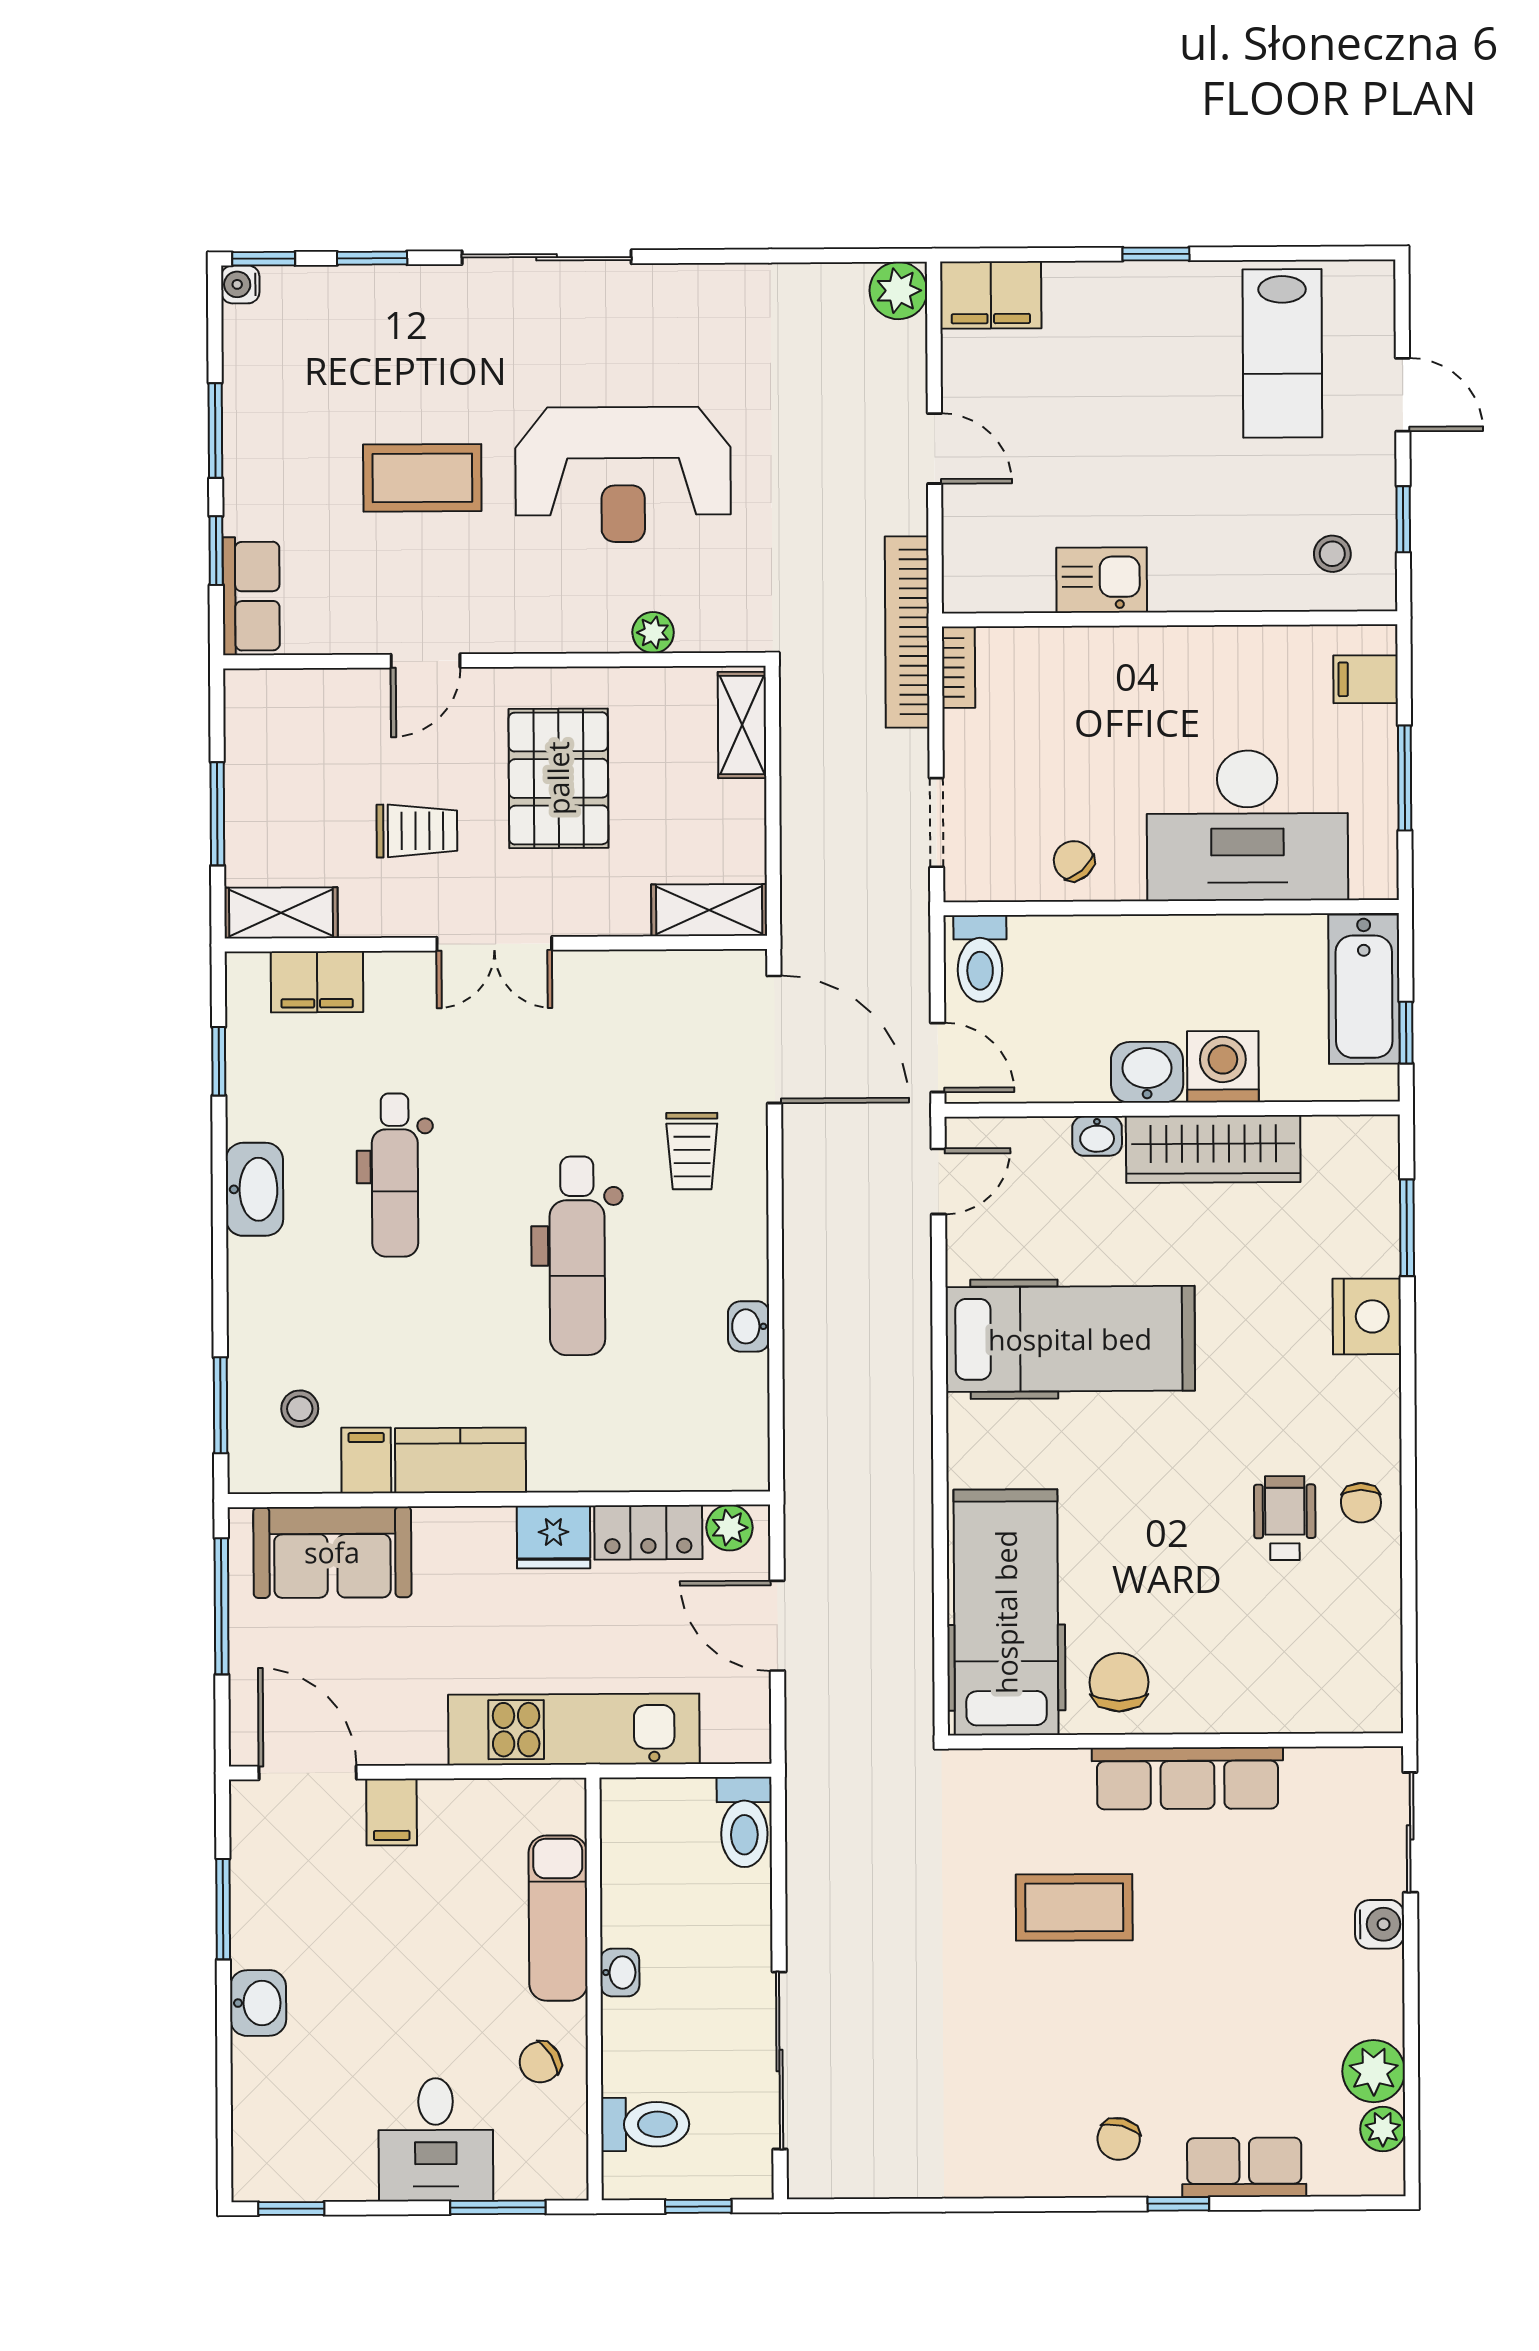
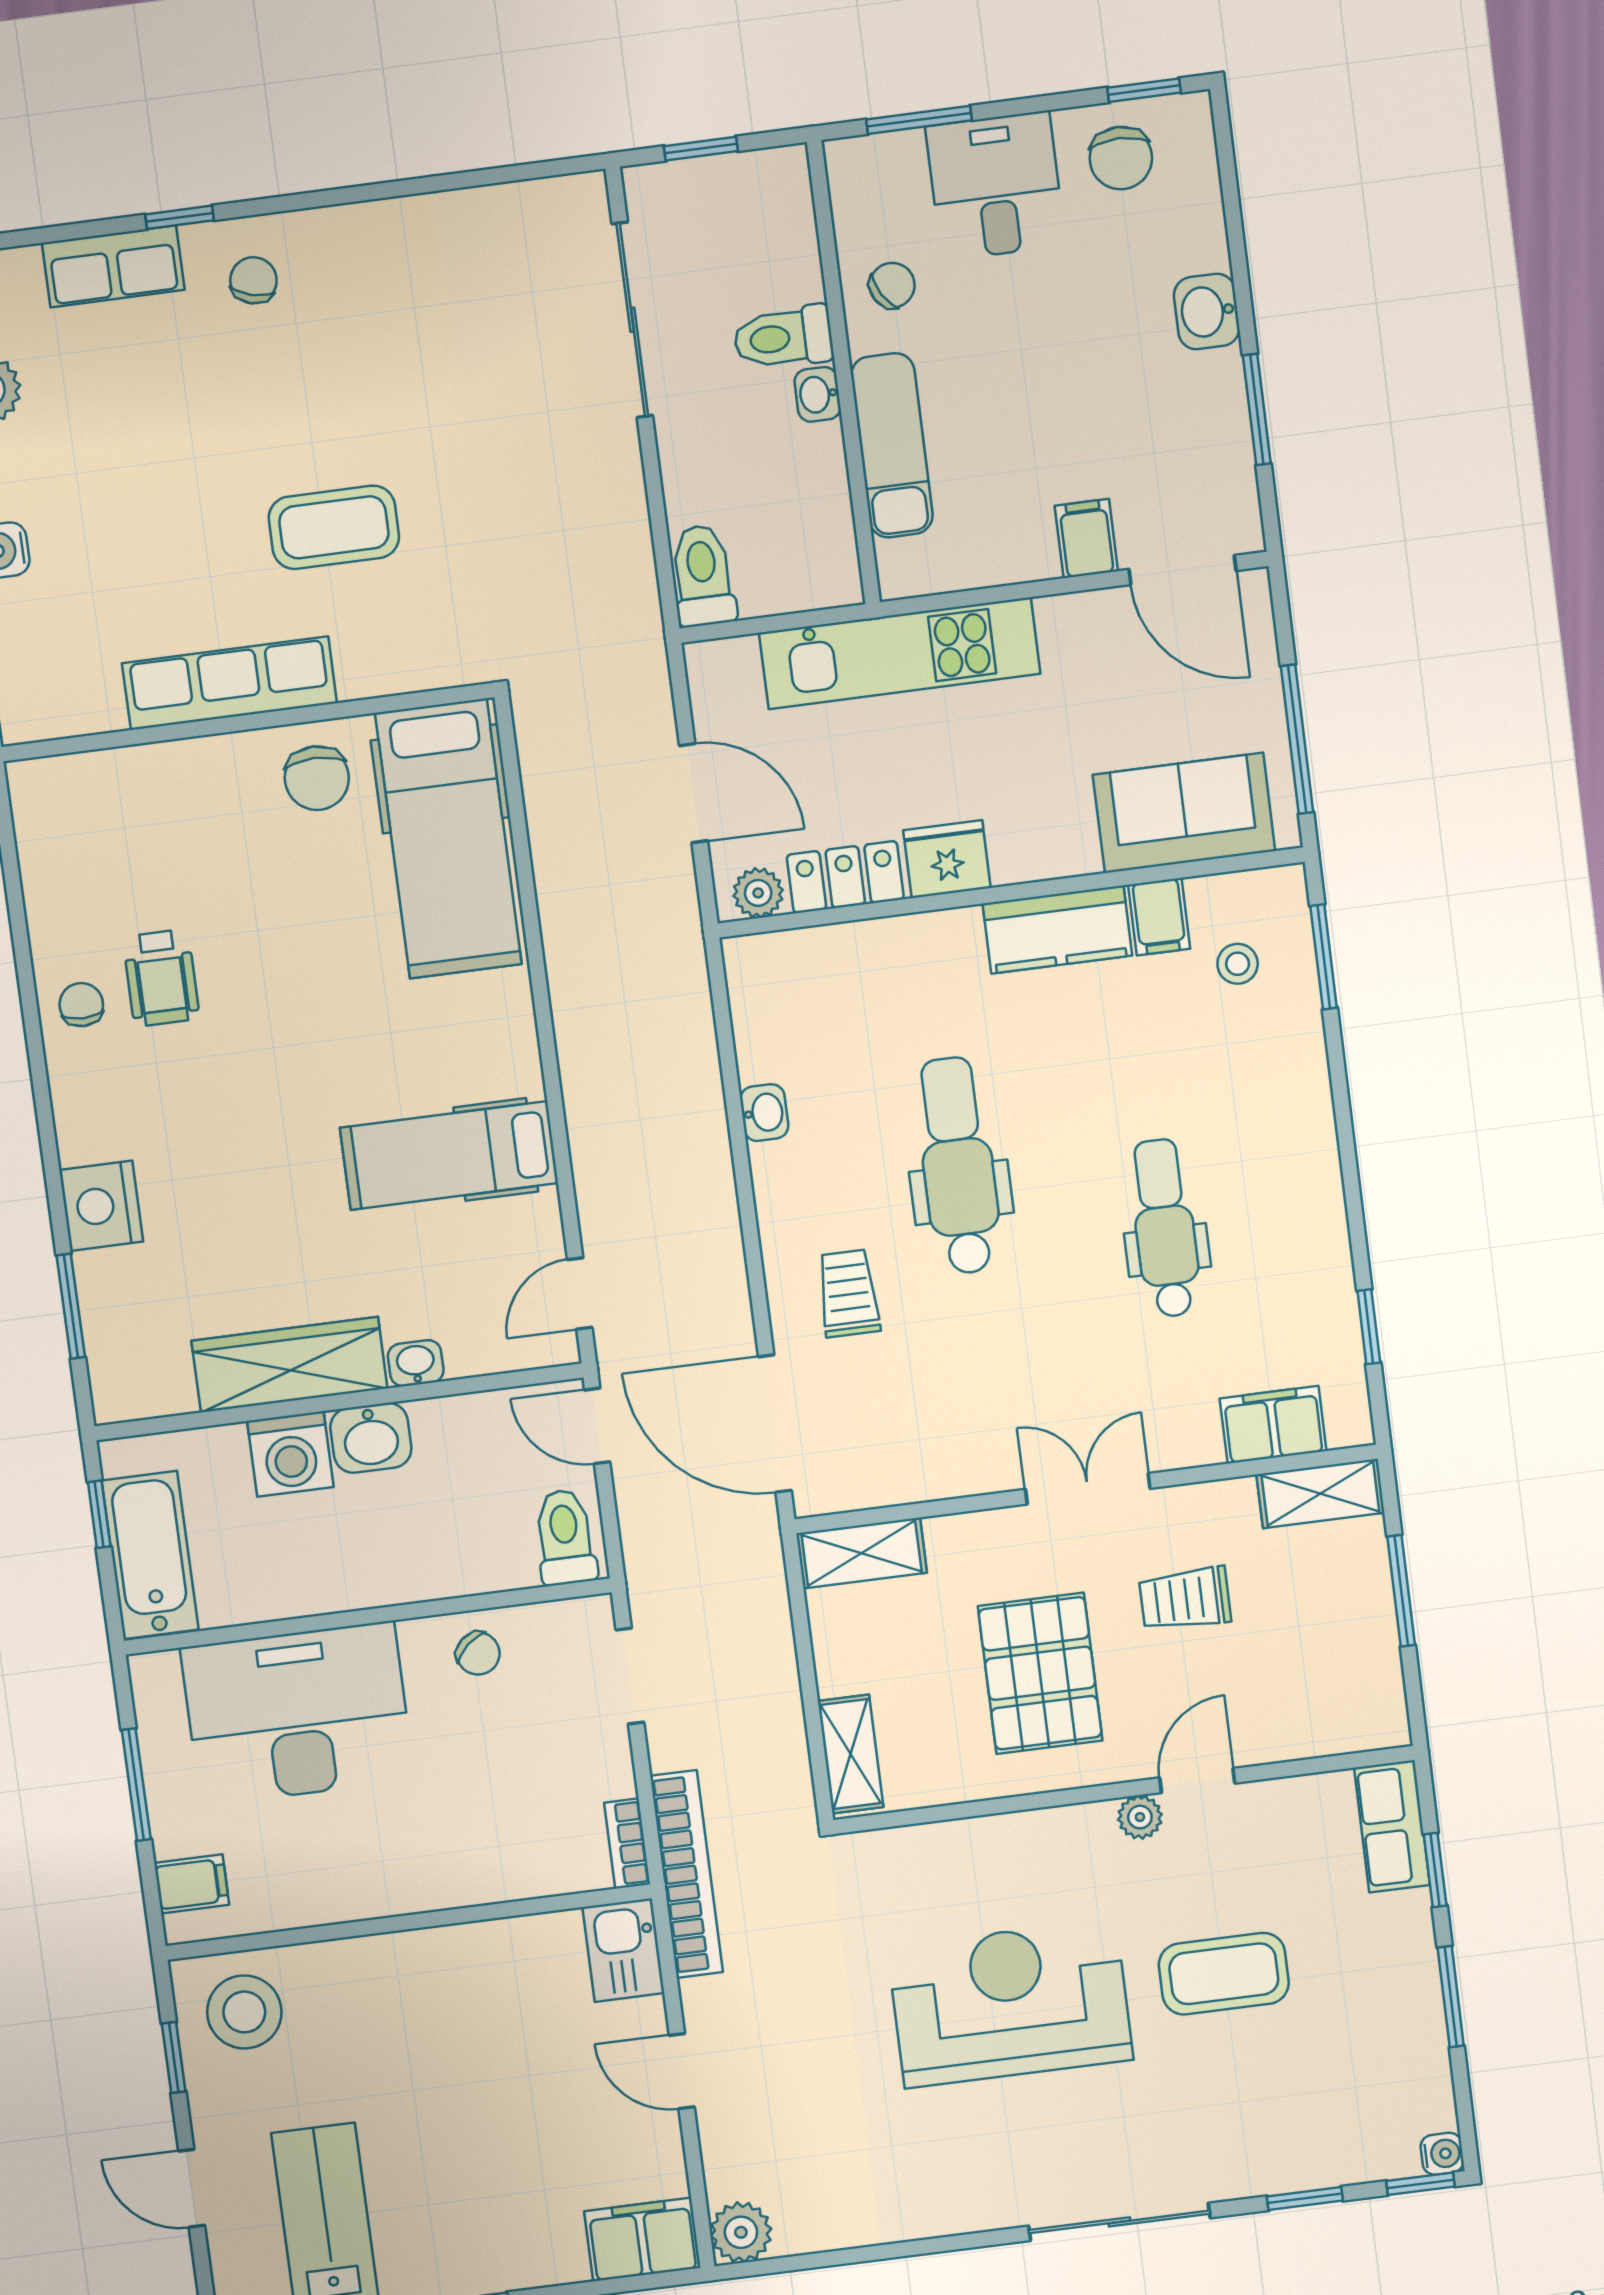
stool: (1332, 554) -> (244, 2012), width x1.89, depth x1.89
kitchen sink: (1102, 580) -> (623, 1950), moved, turned 90
plant: (653, 633) -> (1140, 1817), moved
washbasin: (254, 1189) -> (1314, 1194), removed
hospital bed: (1070, 1339) -> (449, 1155), width x0.73, depth x0.78
toilet: (645, 2124) -> (783, 338), moved
chair: (319, 2150) -> (1121, 158), added

